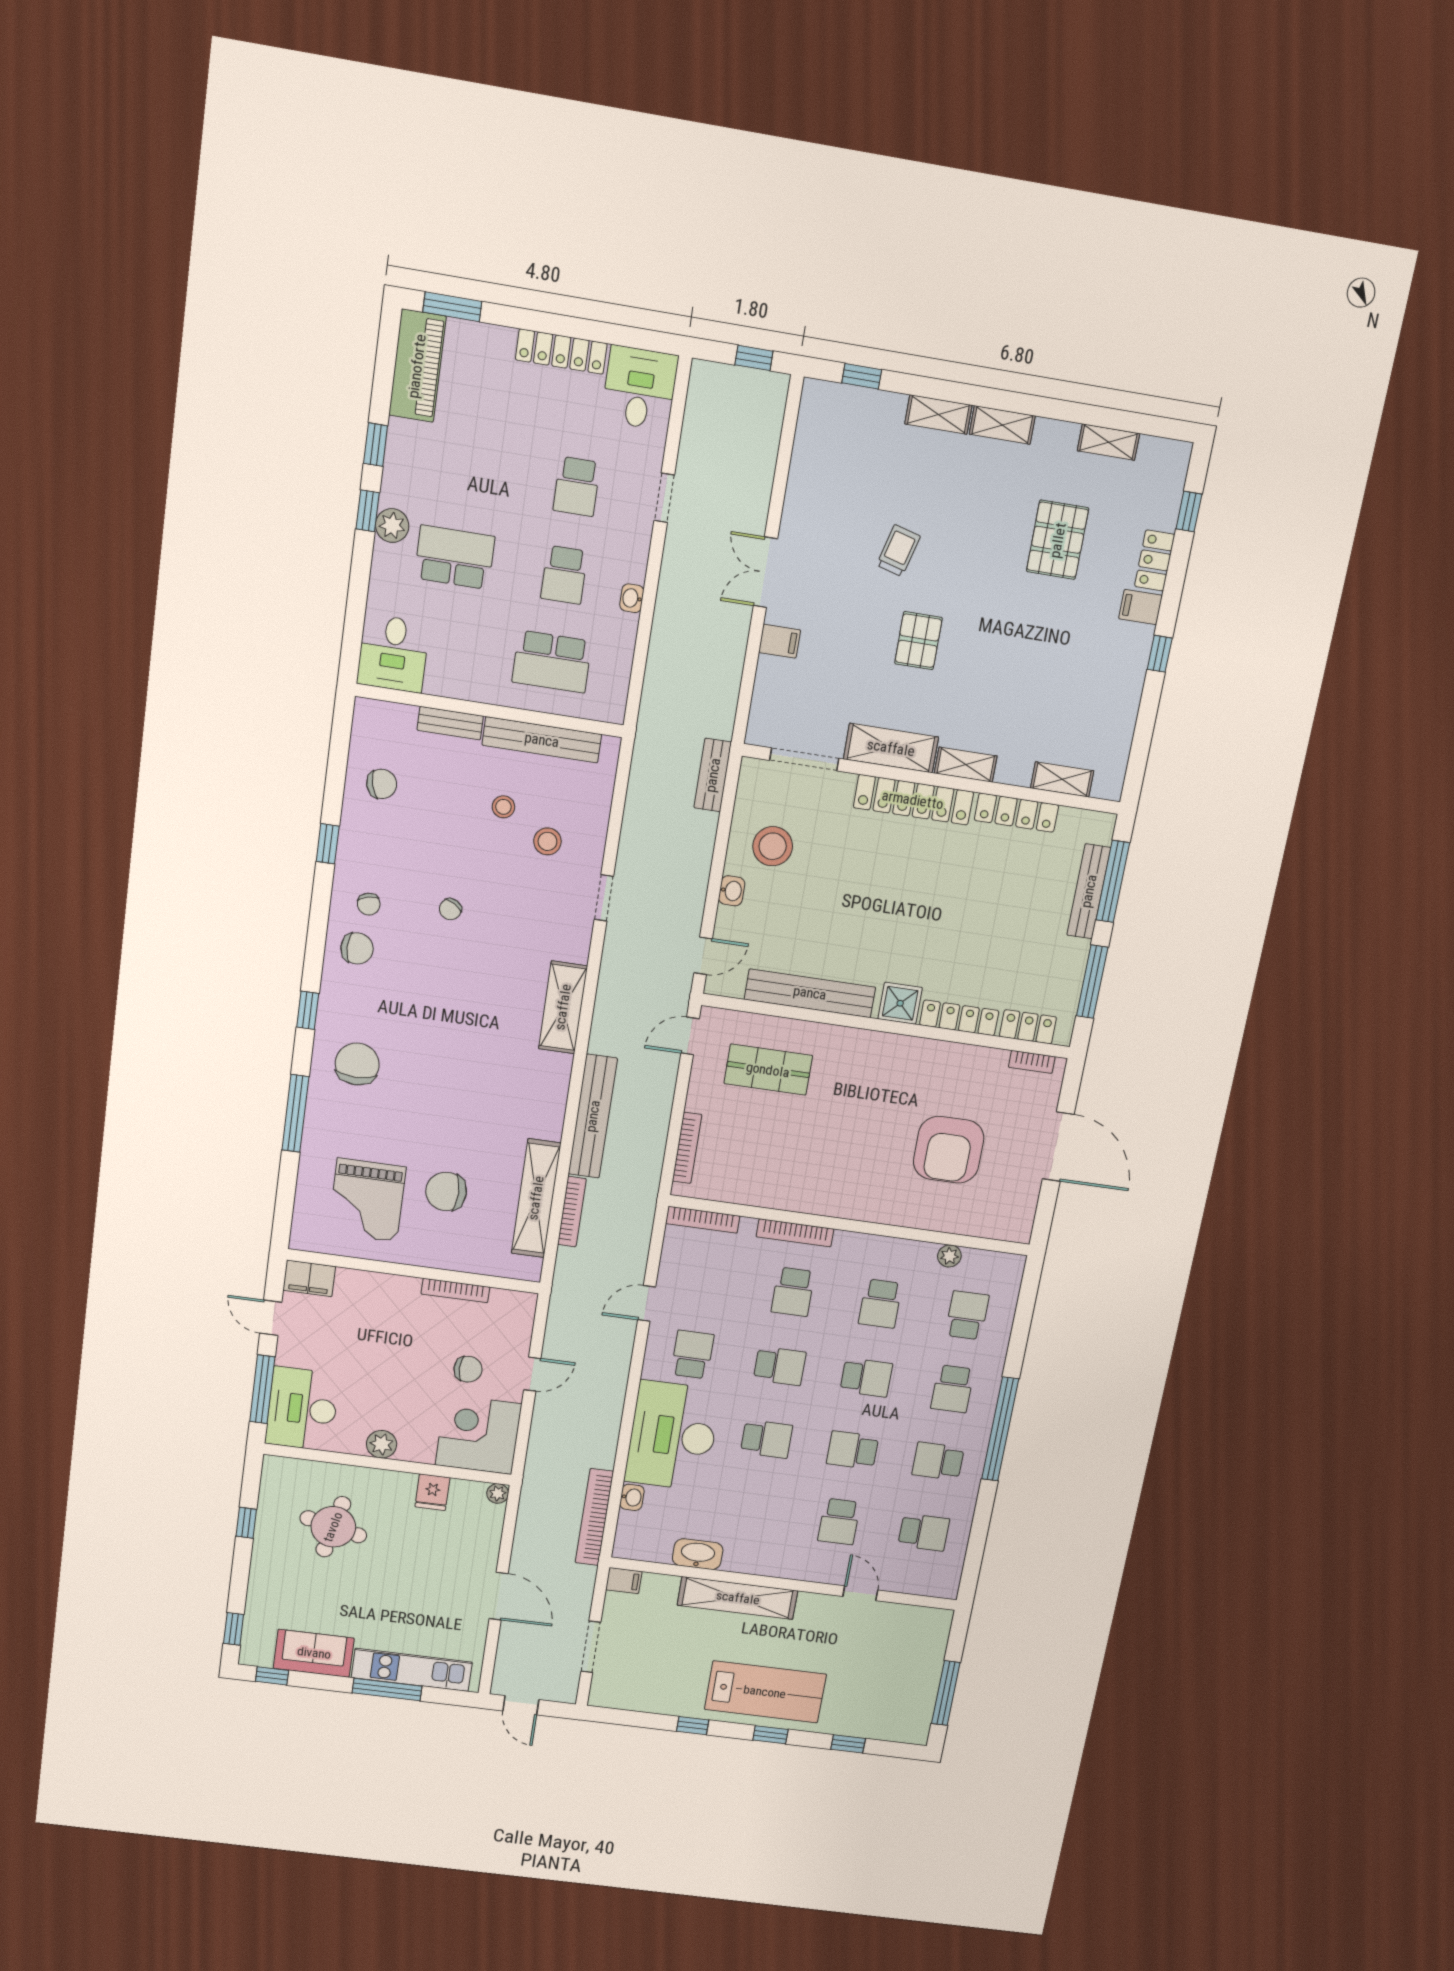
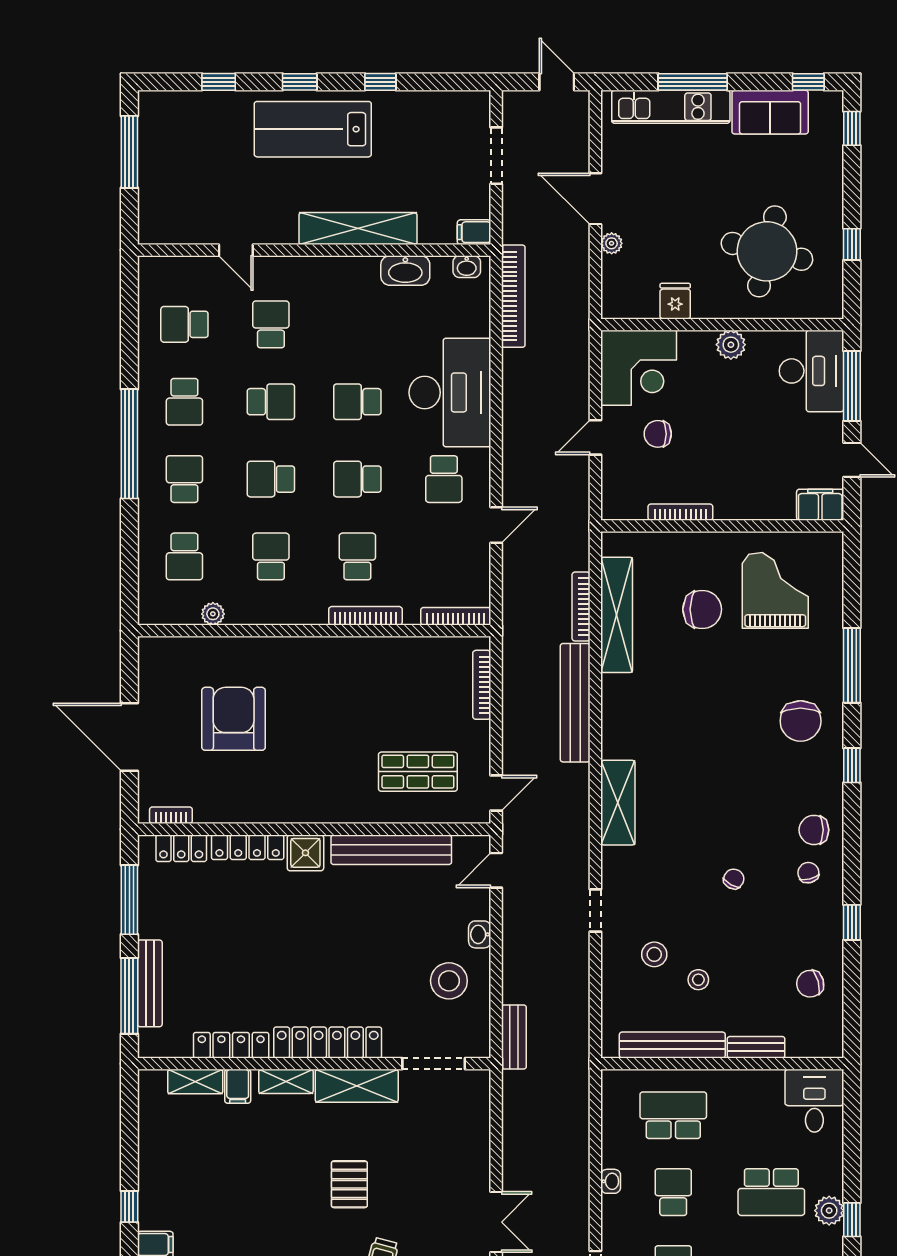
filing cabinet: (780, 641) -> (238, 1086), moved, turned -90
school desk: (938, 1461) -> (184, 402), turned 90
plant: (498, 1493) -> (612, 243), moved
washbasin: (632, 1497) -> (467, 267), moved, turned -90
round table: (333, 1527) -> (767, 251), width x1.36, depth x1.36

